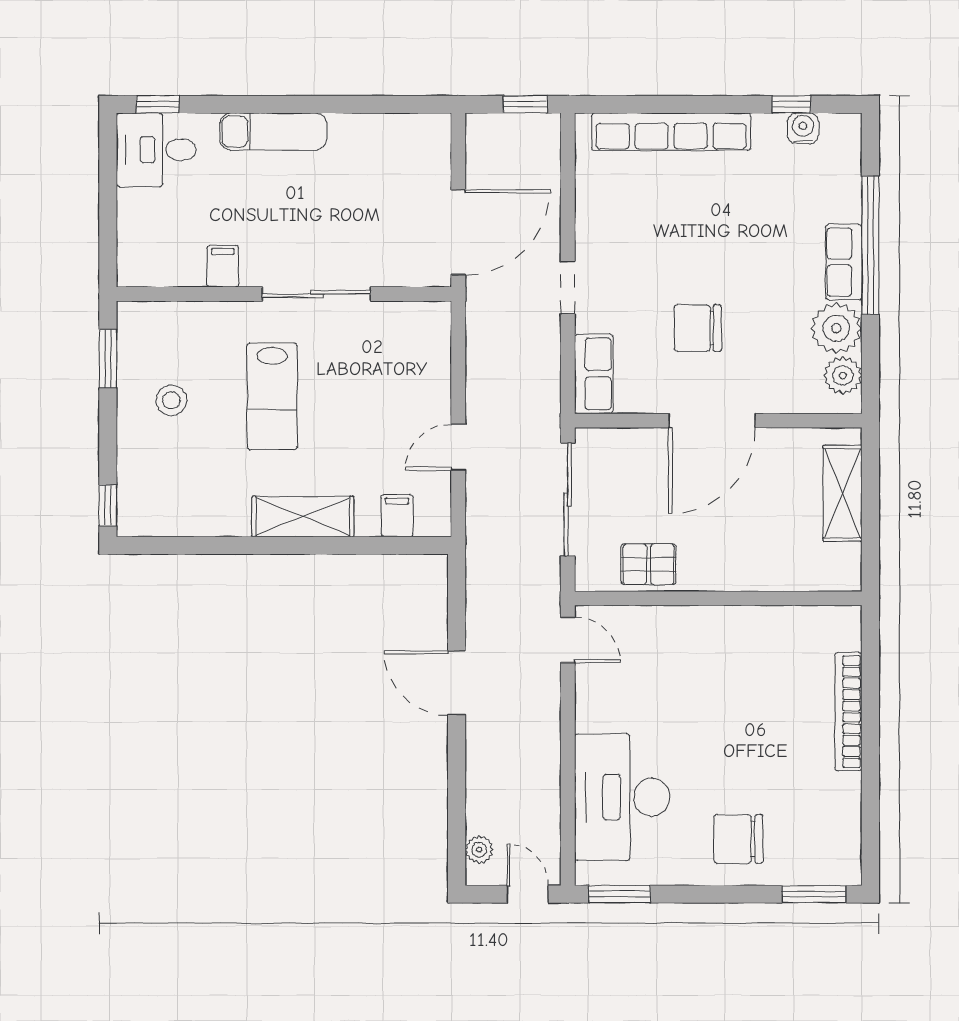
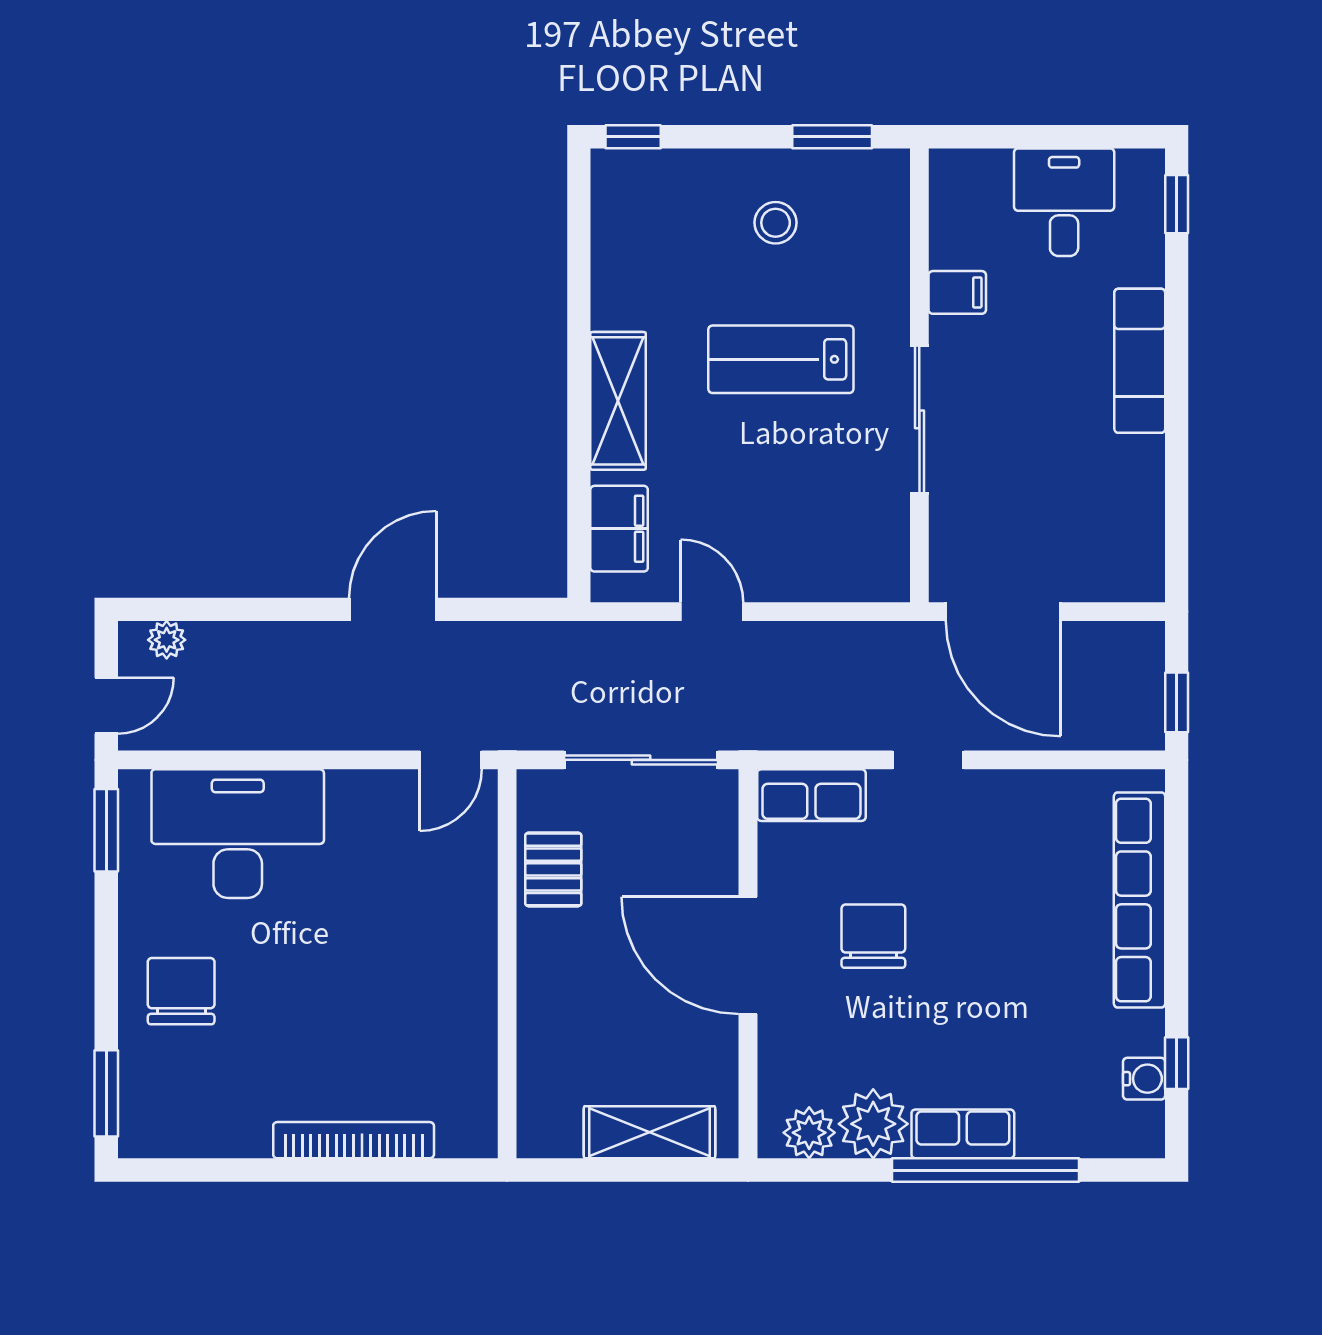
desk: (156, 150) -> (1064, 202), moved
filing cabinet: (397, 516) -> (619, 529), width x2.00

